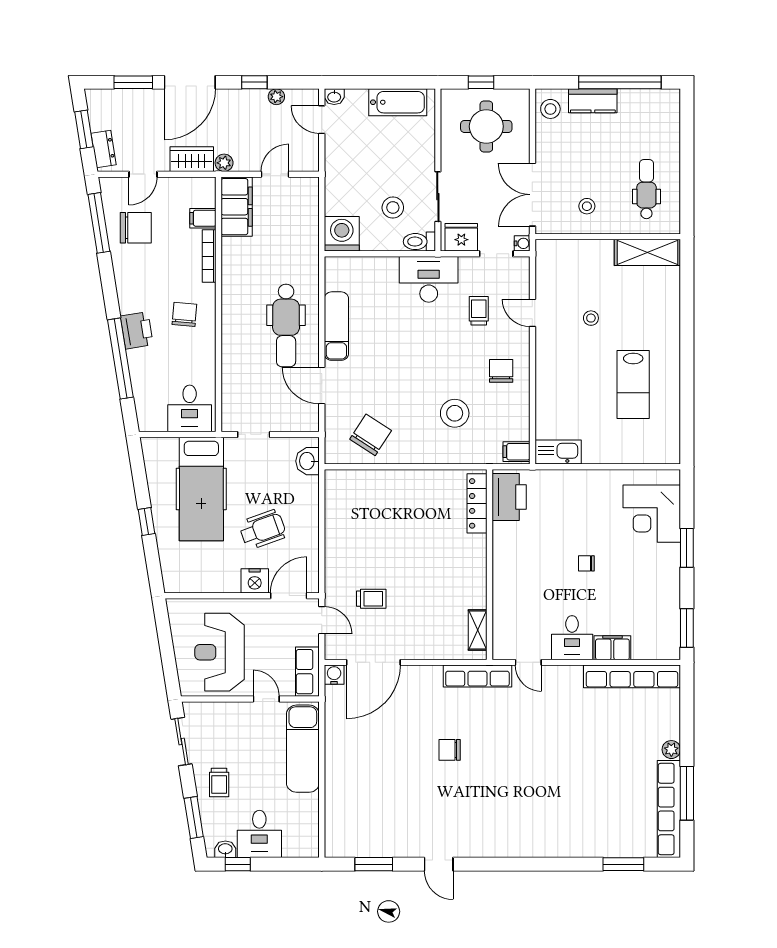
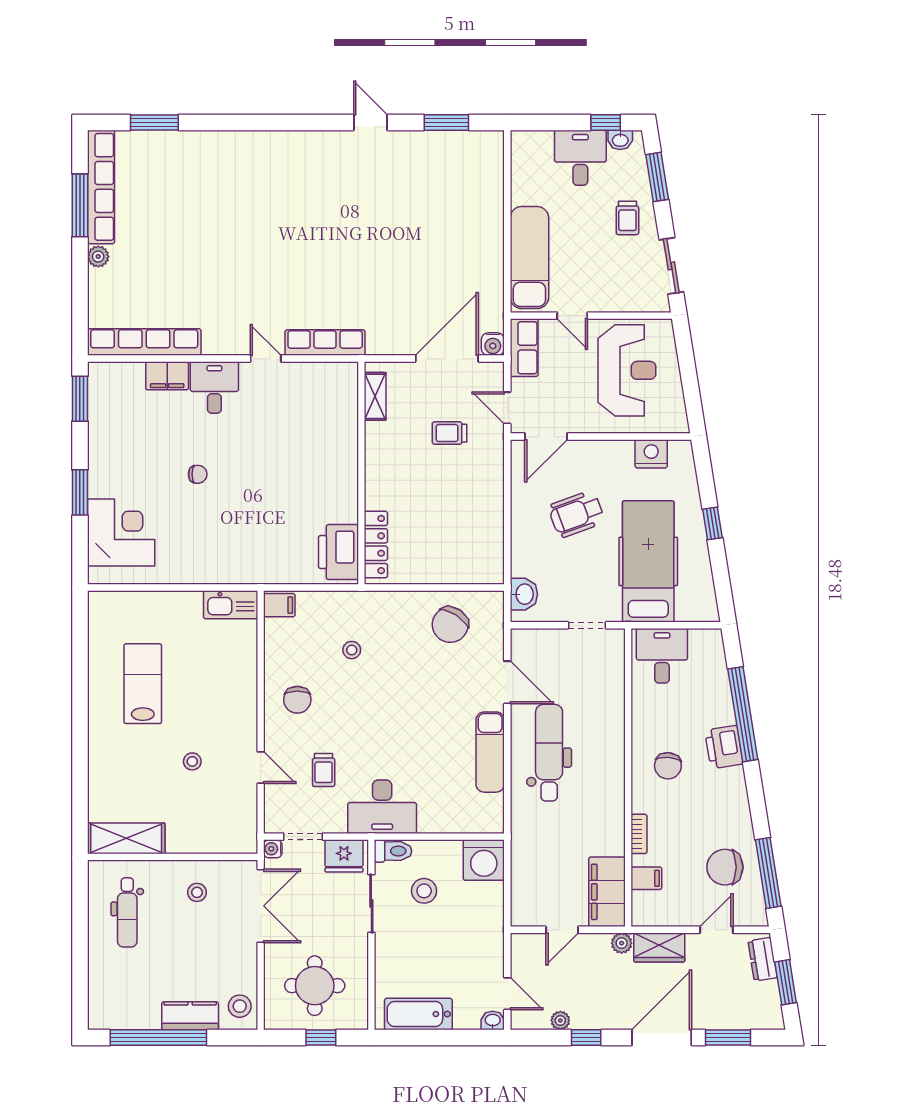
bookcase: (209, 256) -> (639, 834), width x0.64
stool: (455, 413) -> (352, 650), width x0.53, depth x0.53
printer: (509, 497) -> (338, 552), moved
locker: (477, 503) -> (376, 545), moved
wall: (489, 565) -> (361, 473), moved
nightstand: (255, 581) -> (651, 454), moved
shelving: (478, 630) -> (375, 396), moved
chair: (450, 750) -> (358, 256), removed
trolley: (219, 782) -> (627, 218), turned 180

